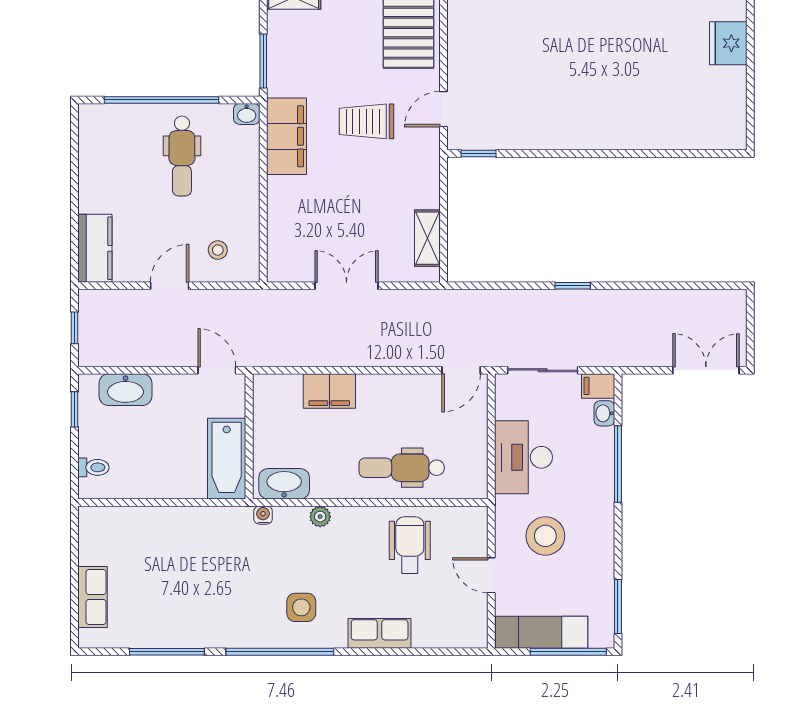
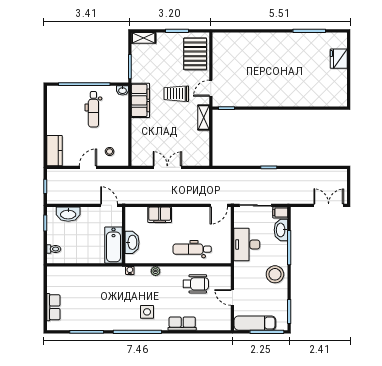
shelving: (427, 238) -> (204, 118), moved
washbasin: (604, 413) -> (281, 230), width x1.91, depth x1.45
washbasin: (284, 484) -> (132, 242), moved, turned 90
stool: (545, 536) -> (275, 274), moved
wheelchair: (410, 545) -> (196, 284), turned 90

